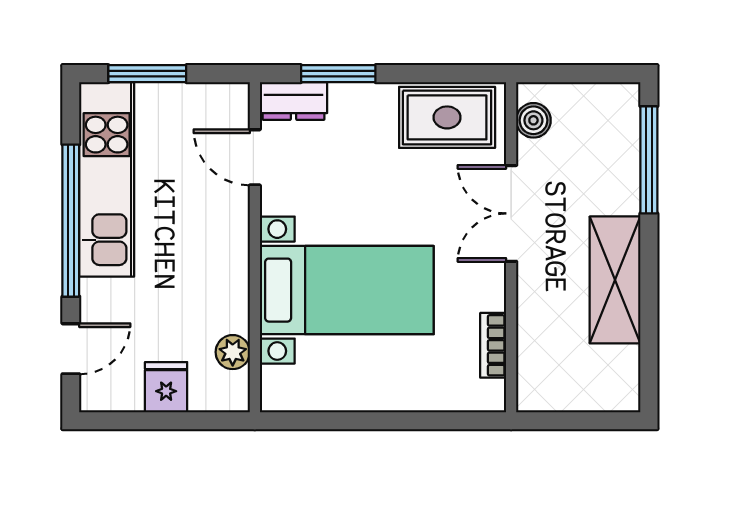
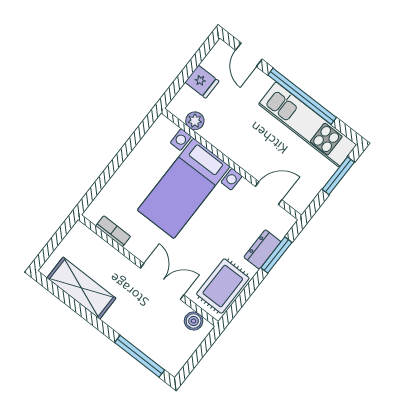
dresser: (294, 101) -> (262, 249), moved
shelving: (615, 280) -> (81, 288), moved

